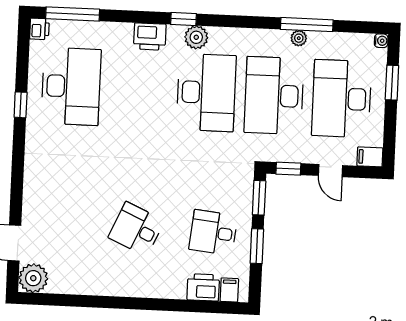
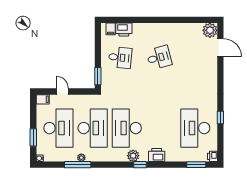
window: (73, 14) -> (196, 165), width x0.69
window: (288, 169) -> (84, 91), removed
desk: (136, 229) -> (159, 58), turned -39
window: (257, 246) -> (98, 52), removed

